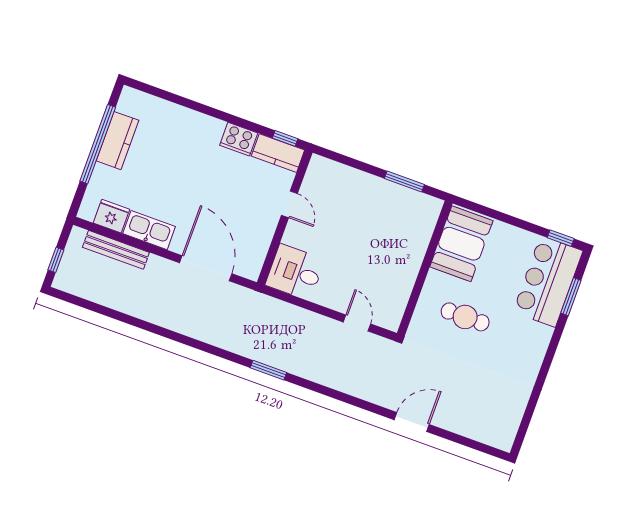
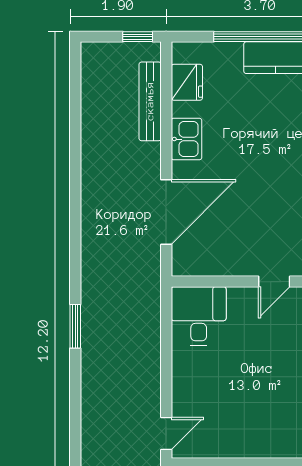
kitchen sink: (149, 230) -> (186, 139), width x0.73
window: (56, 260) -> (138, 37), moved
door: (357, 323) -> (166, 433), moved

